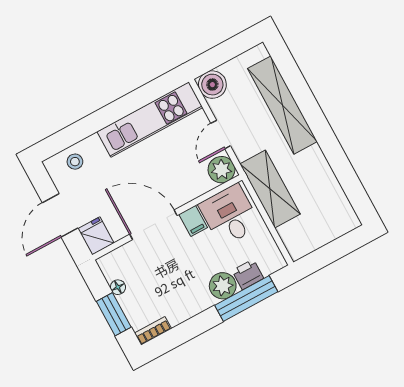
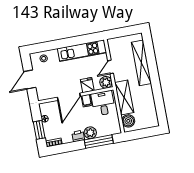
boiler: (212, 85) -> (128, 121), moved
door: (153, 225) -> (69, 97), swing flipped
fridge: (96, 236) -> (87, 85), moved
printer: (248, 275) -> (78, 136), moved

